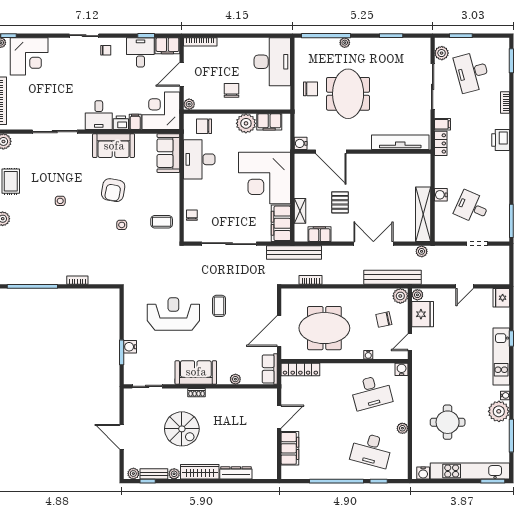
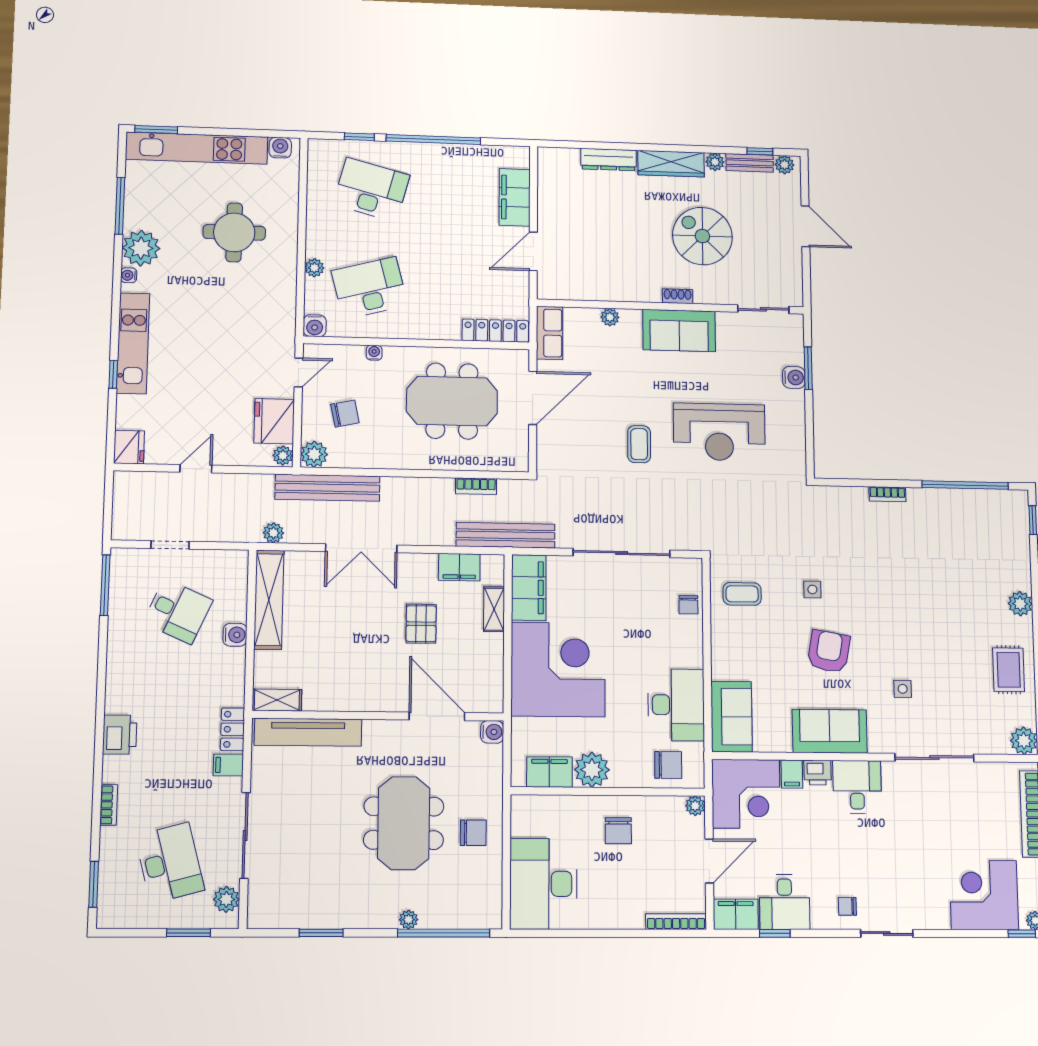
chair: (310, 89) -> (473, 833), turned 180
shelving: (417, 160) -> (277, 700), added
side table: (60, 201) -> (903, 689), moved
plant: (402, 428) -> (314, 268), moved

